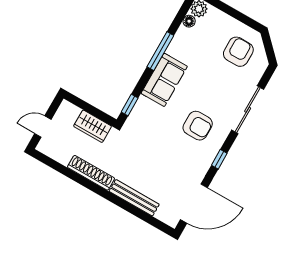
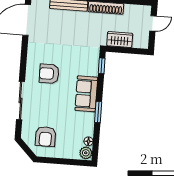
window: (160, 51) -> (98, 112), width x0.69
window: (219, 159) -> (24, 58), removed

